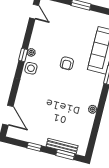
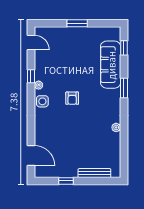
window: (23, 55) -> (31, 76), moved
armchair: (67, 63) -> (72, 98), moved
window: (65, 155) -> (100, 181), removed

